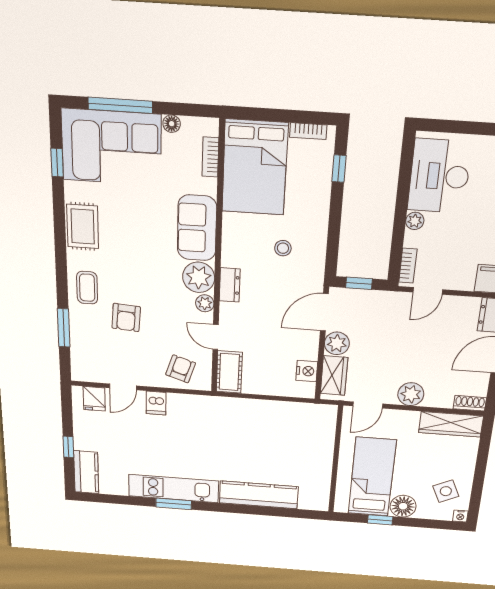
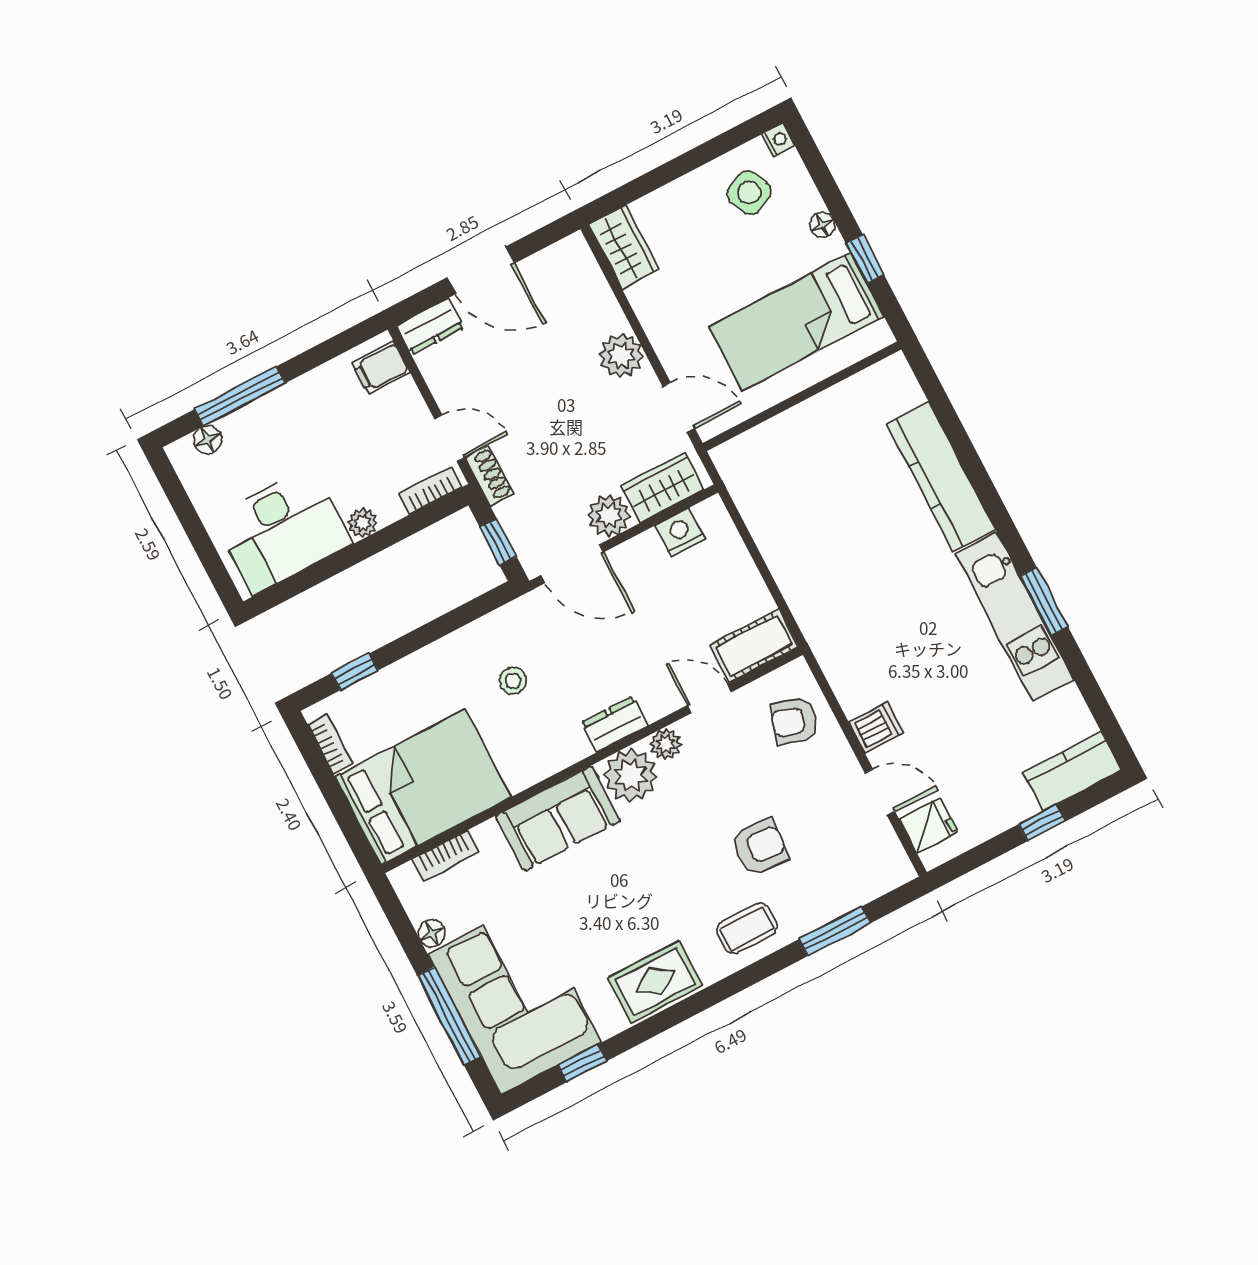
door: (216, 337) -> (709, 699), swing flipped
shoe rack: (470, 403) -> (489, 476), moved, turned 180
wardrobe: (451, 424) -> (624, 247), width x0.67
floor lamp: (403, 506) -> (822, 225), width x0.53, depth x0.53

